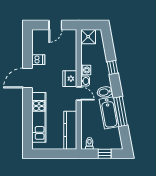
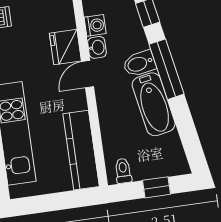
door: (79, 93) -> (88, 74), swing flipped
window: (121, 111) -> (166, 69), moved

